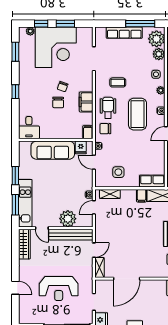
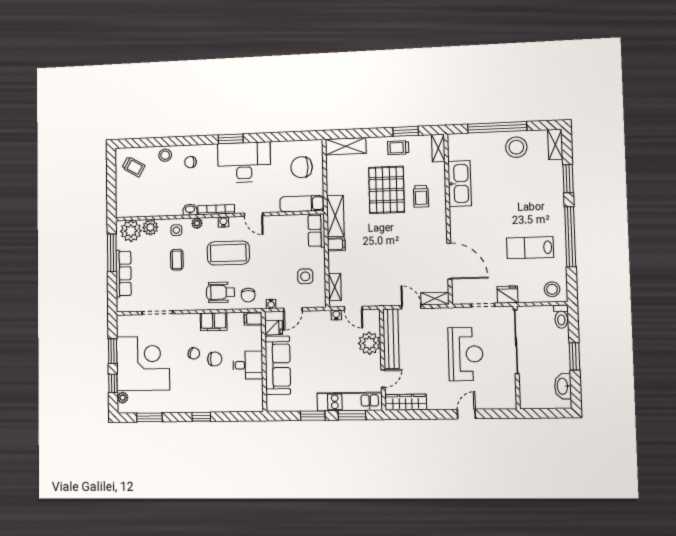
coffee table: (118, 82) -> (177, 260), moved
desk: (29, 128) -> (248, 365), moved

